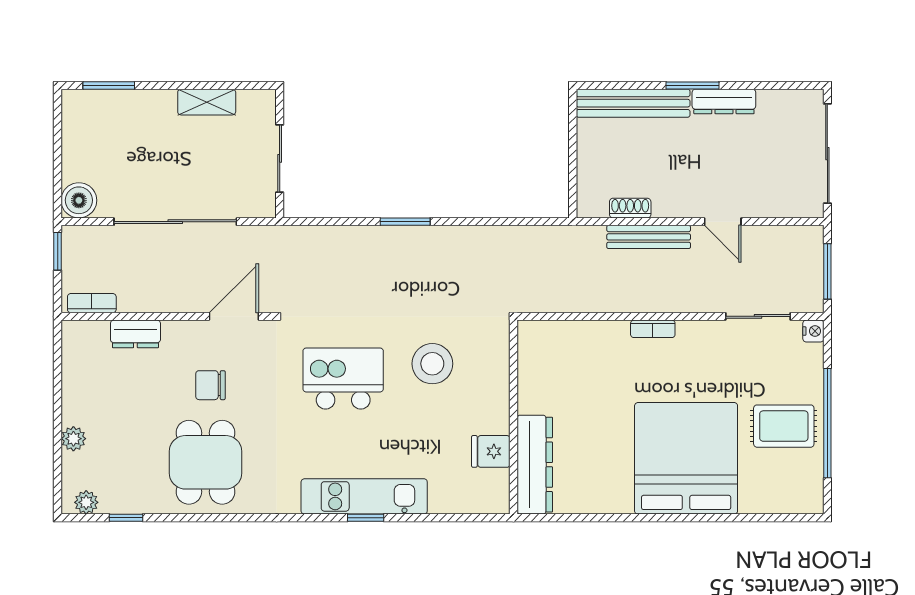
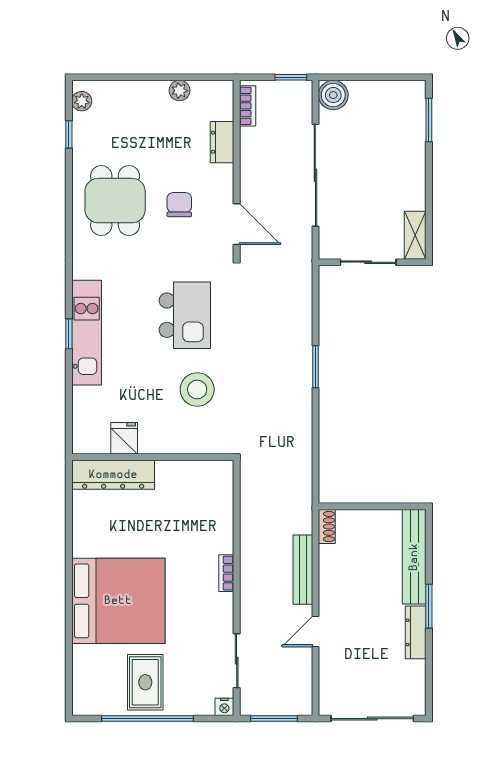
shelving: (207, 102) -> (415, 235), moved
shoe rack: (630, 208) -> (327, 527), moved
plant: (73, 439) -> (179, 91), moved
dining table: (206, 462) -> (115, 201), turned 90

